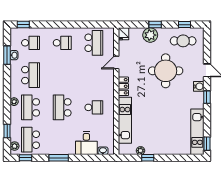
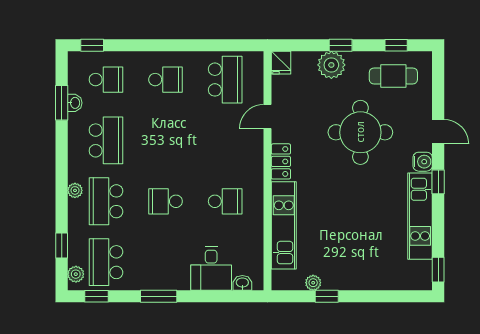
school desk: (62, 107) -> (166, 201), width x0.54
kitchen unit: (197, 132) -> (420, 216), moved

